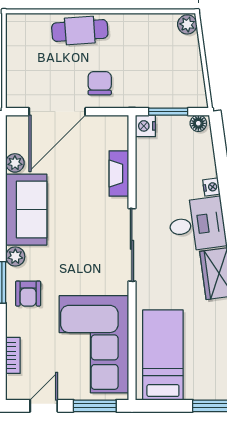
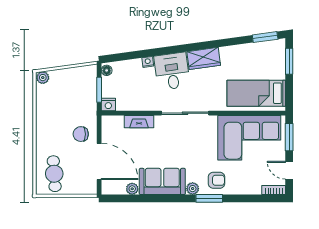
cafe table: (80, 31) -> (54, 174), moved
bookcase: (13, 355) -> (274, 190), moved

